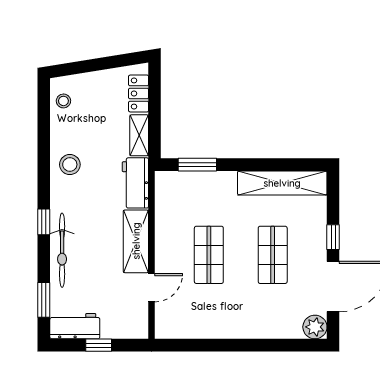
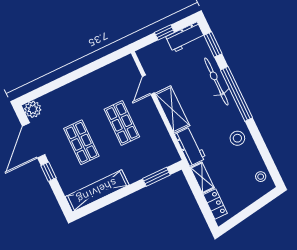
window: (44, 222) -> (237, 94), width x3.17

